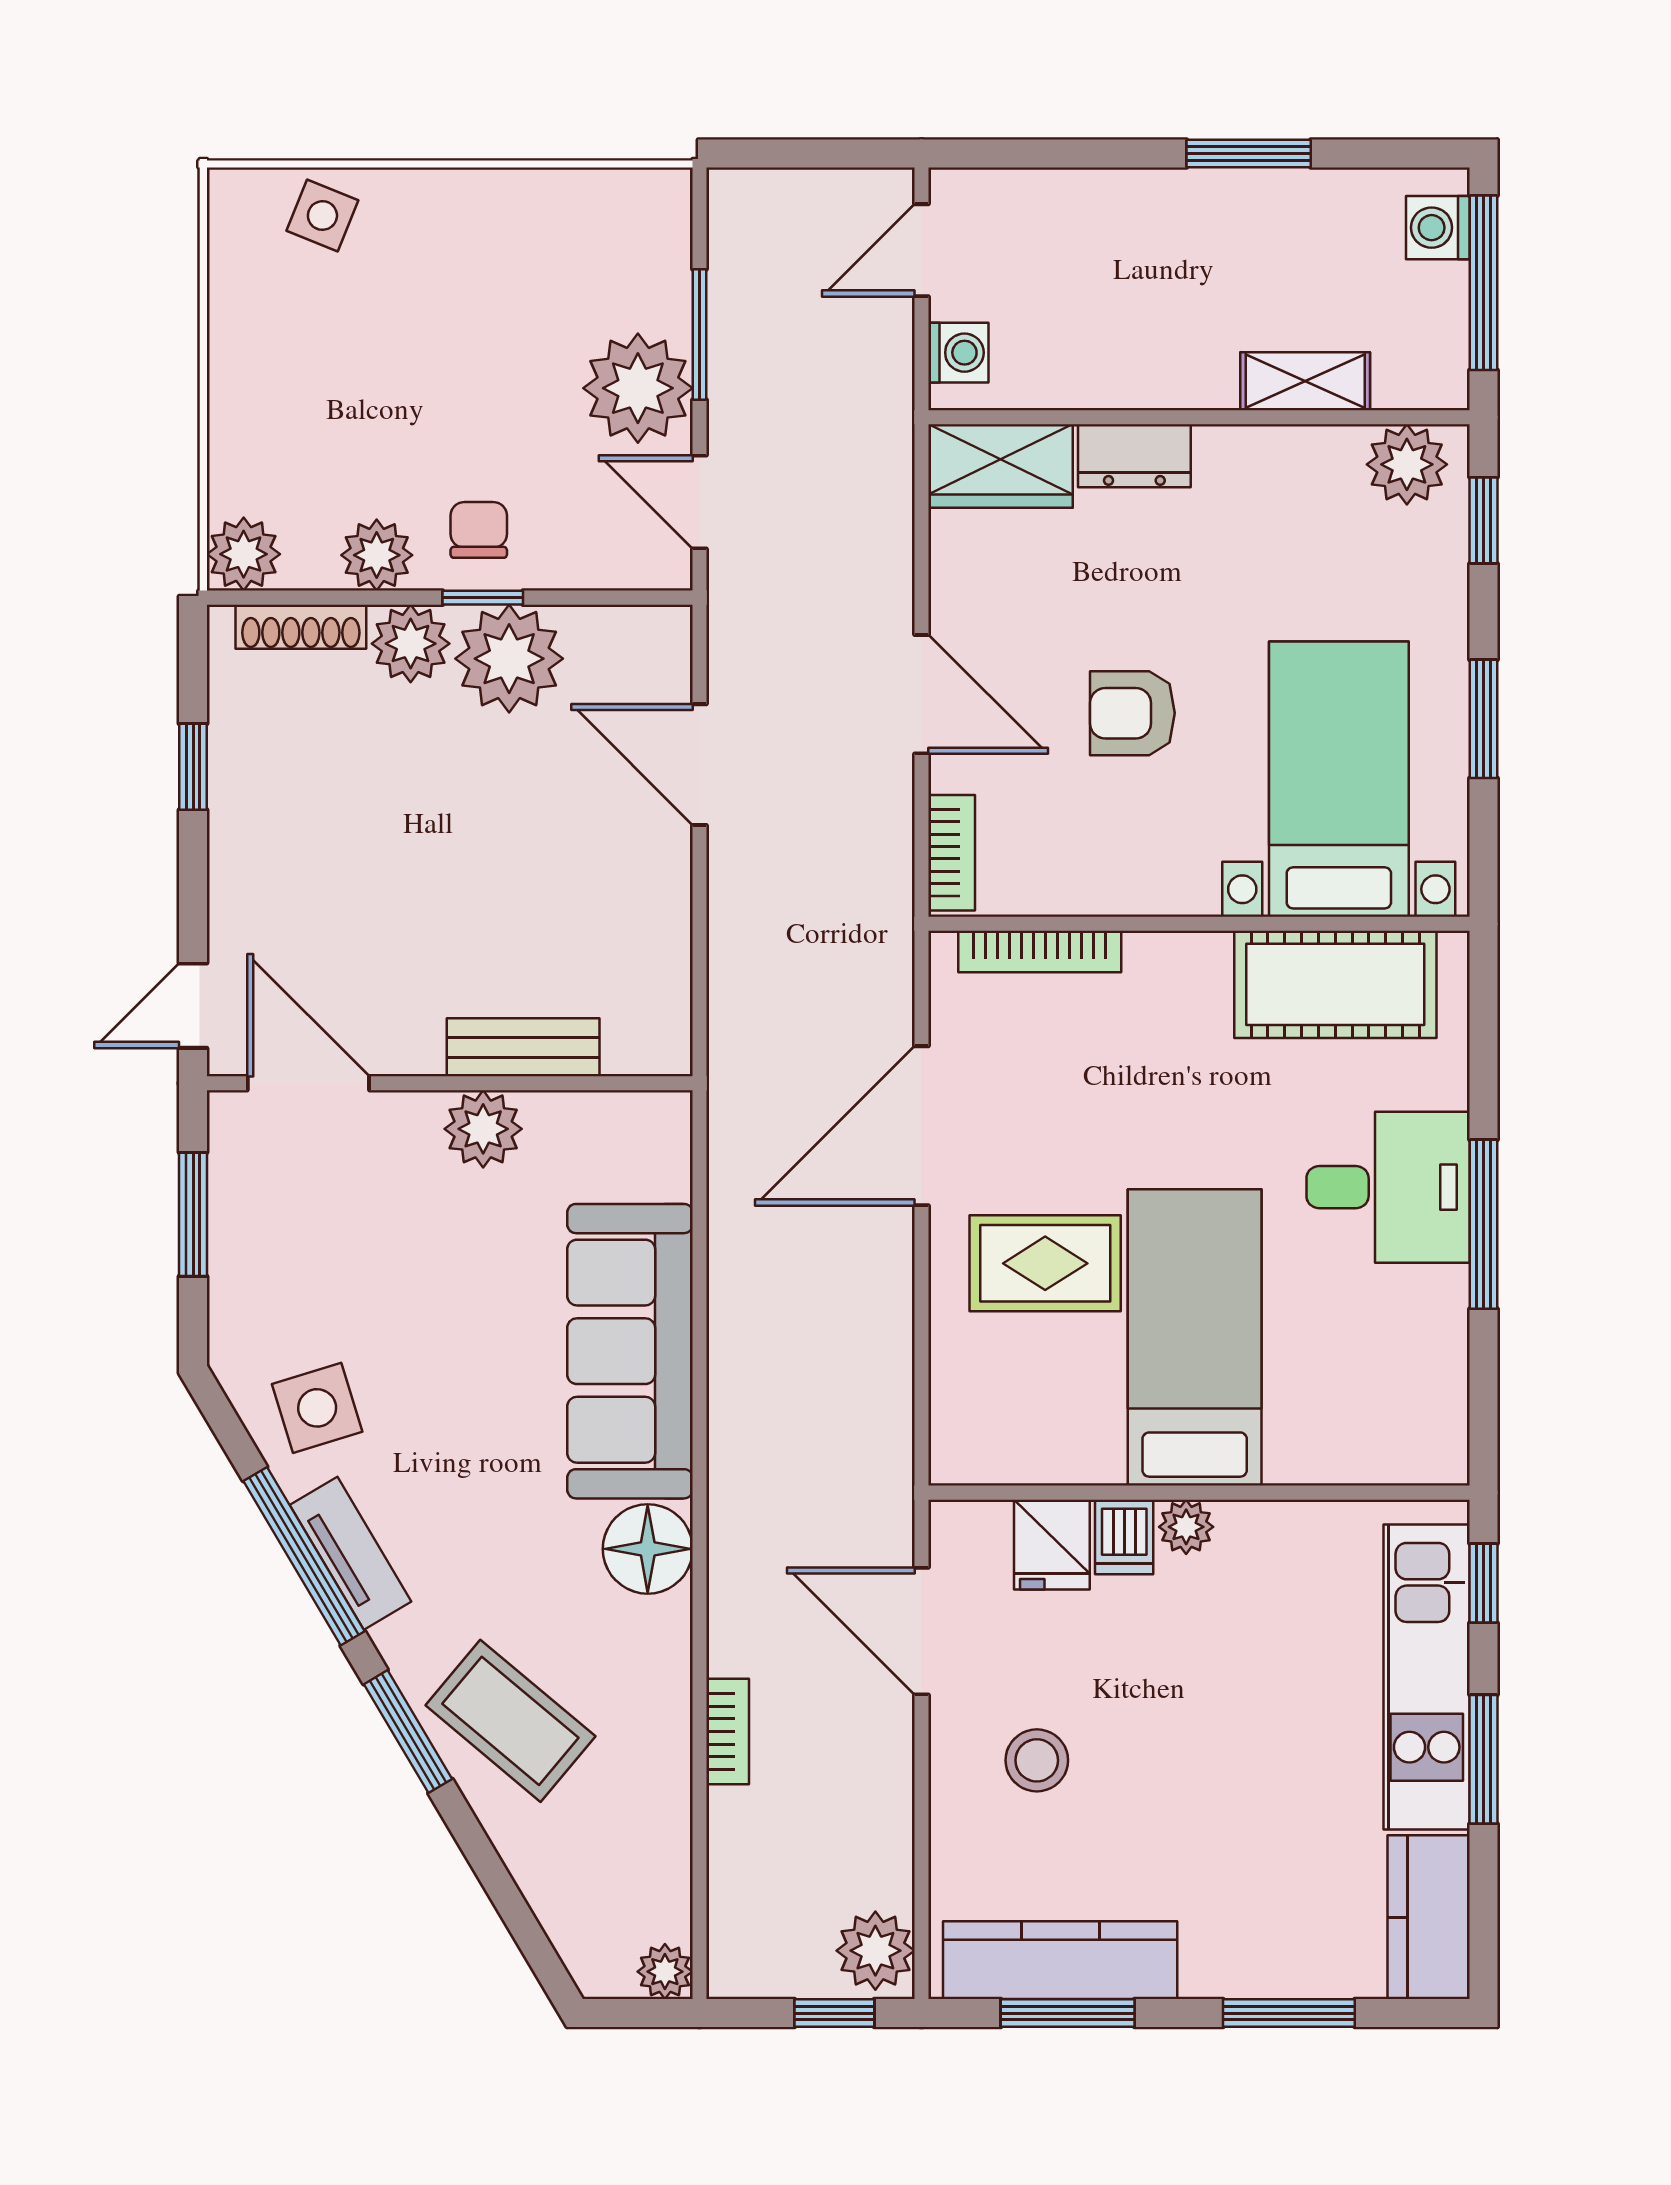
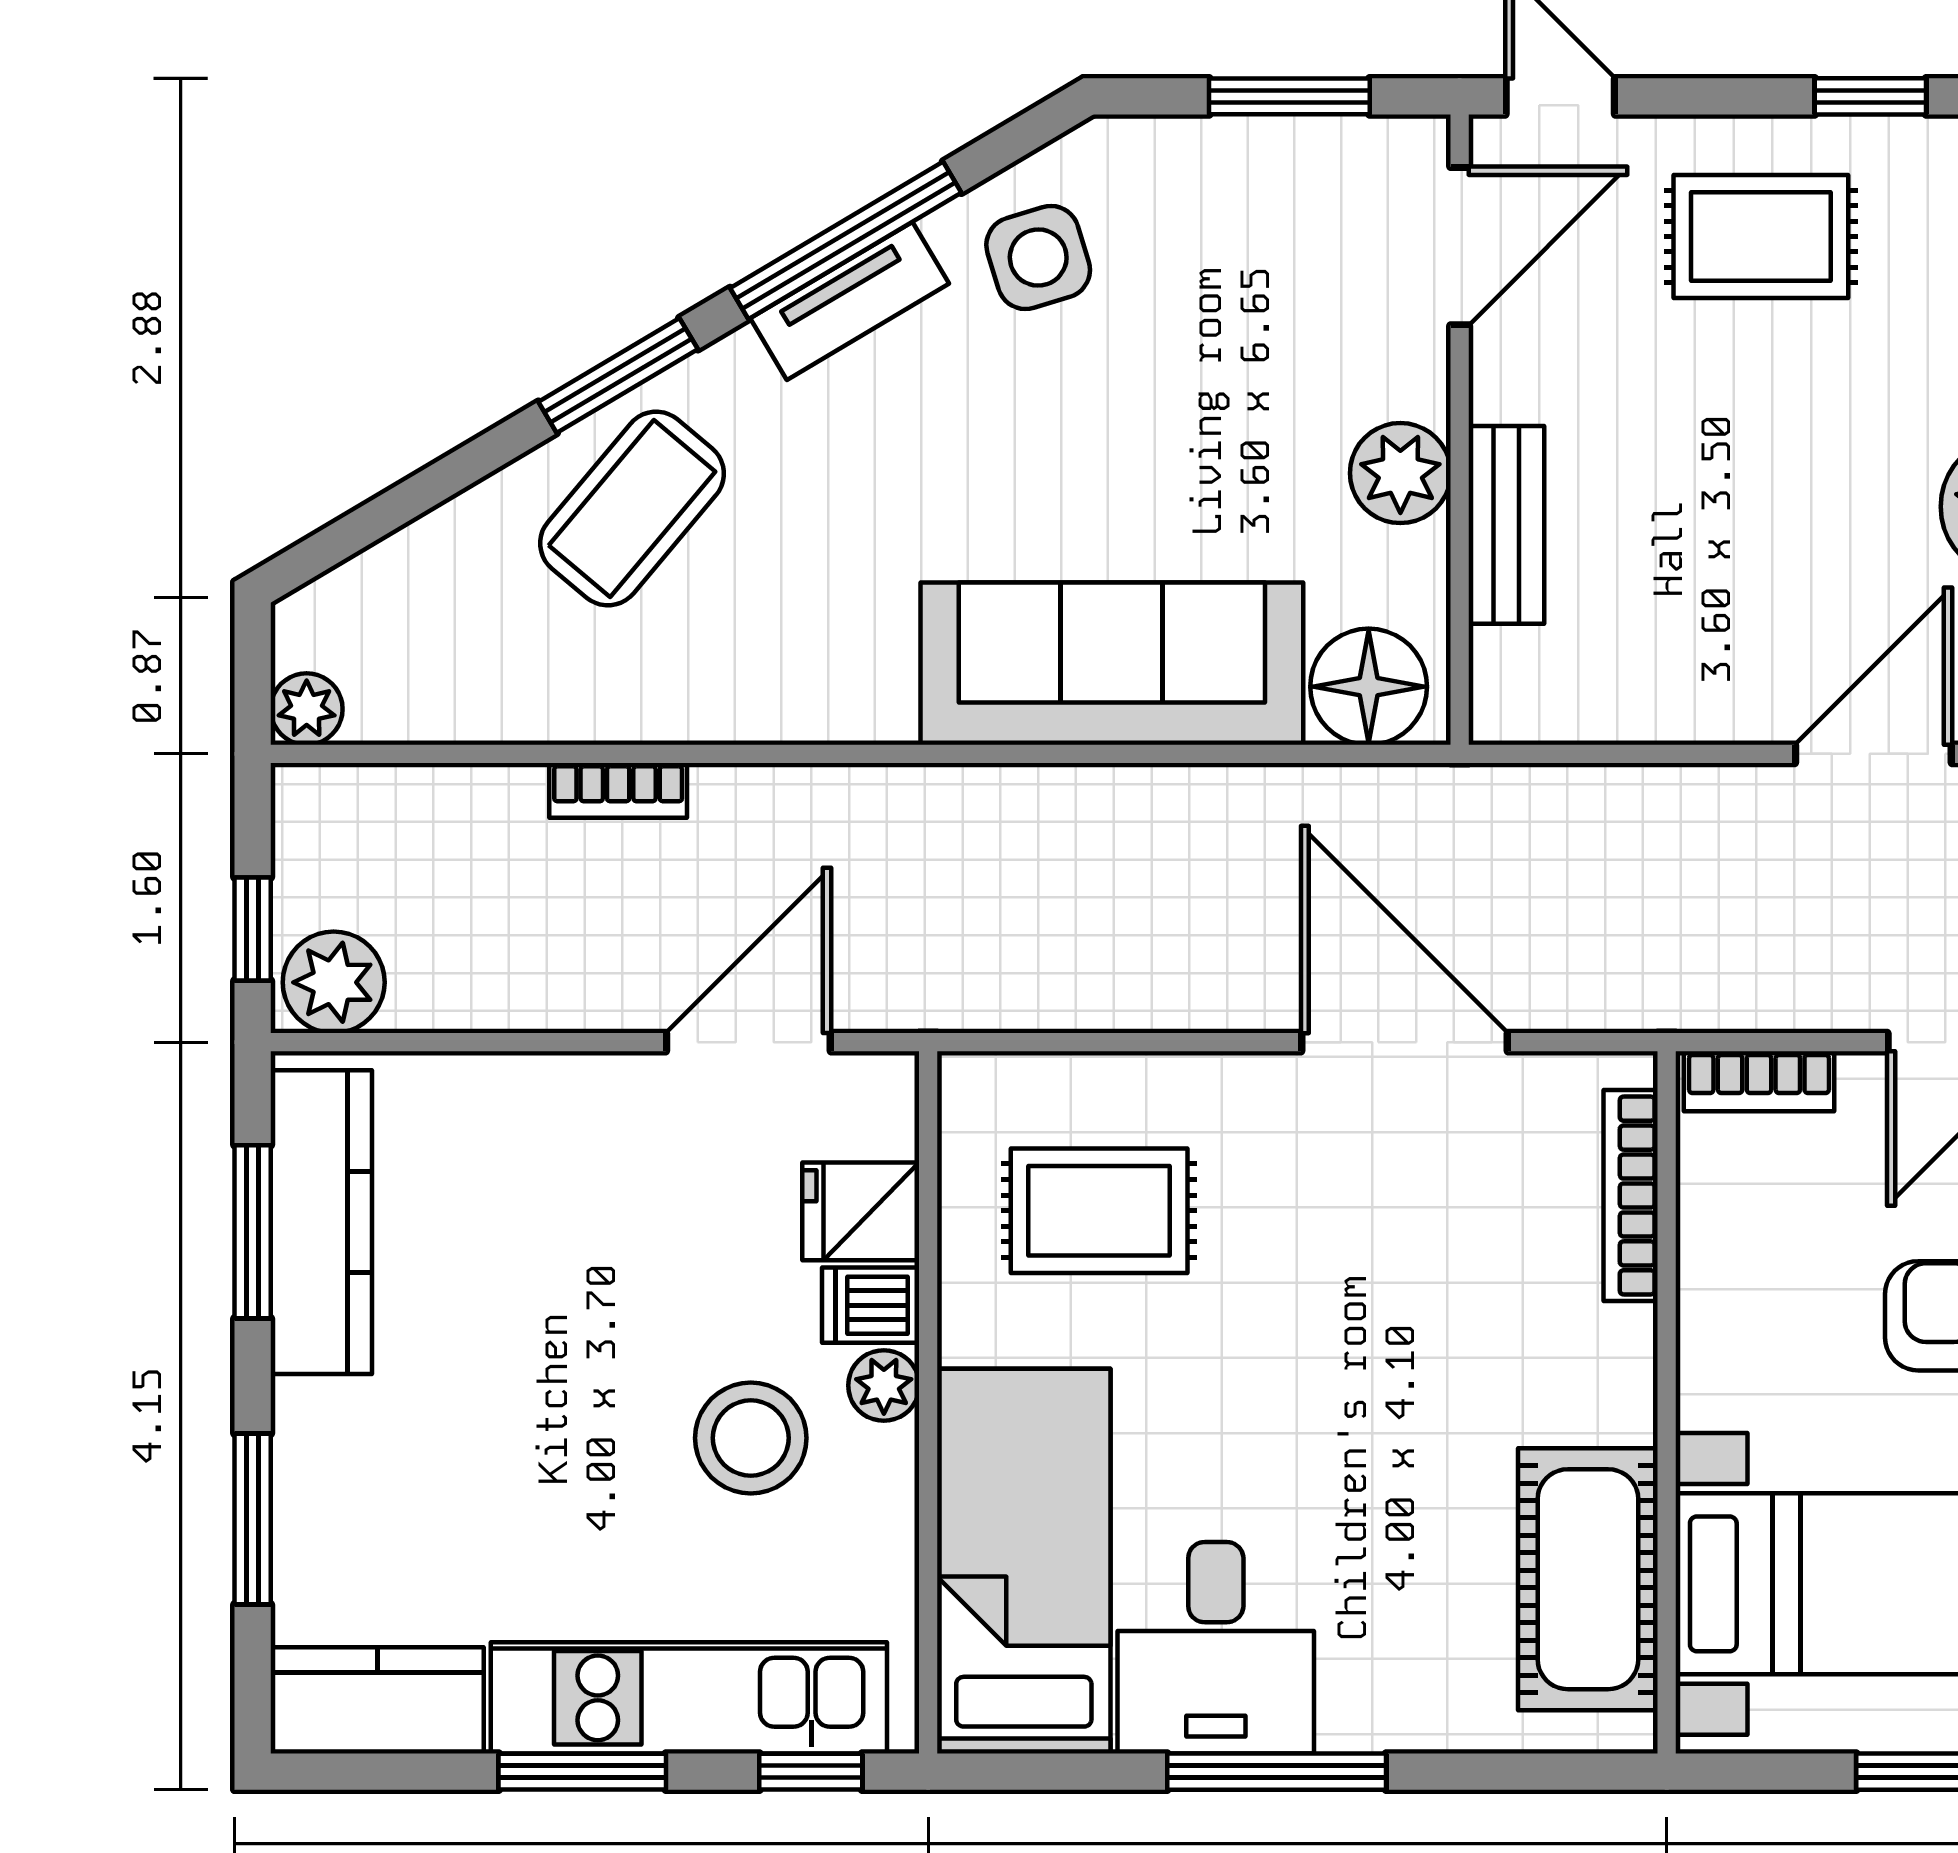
rug: (301, 851) -> (1761, 237), added
desk: (1388, 1187) -> (1216, 1648), moved
rug: (1045, 1263) -> (1099, 1211), moved, turned 90
bed: (1195, 1337) -> (1024, 1561), moved, turned -90
floor lamp: (648, 1549) -> (1369, 687), moved
stool: (1037, 1760) -> (751, 1438), moved, width x1.38, depth x1.38

